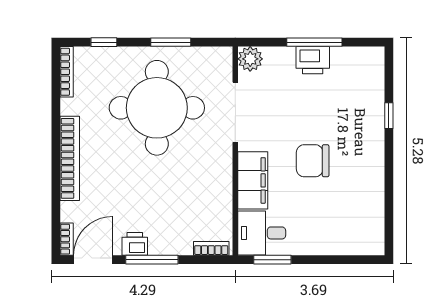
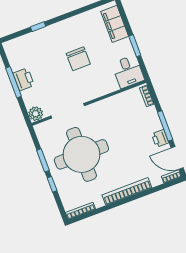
window: (104, 42) -> (52, 184), moved
filing cabinet: (253, 180) -> (115, 24), moved, turned -90
window: (272, 260) -> (135, 46), moved

